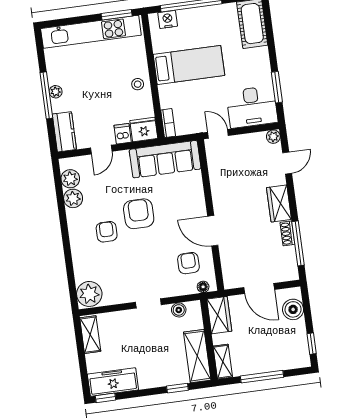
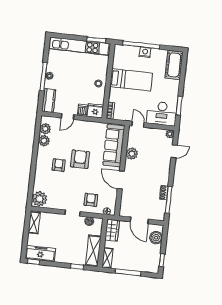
nightstand: (168, 19) -> (145, 52), moved
sofa: (165, 159) -> (114, 146), moved, turned 90
plant: (220, 184) -> (132, 154), added
wardrobe: (279, 203) -> (163, 174), removed
armchair: (188, 263) -> (91, 200), moved

